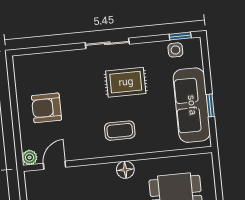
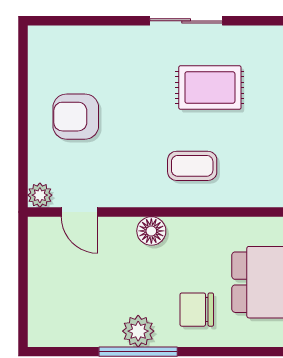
door: (55, 165) -> (80, 212), swing flipped
floor lamp: (125, 170) -> (151, 231), moved

